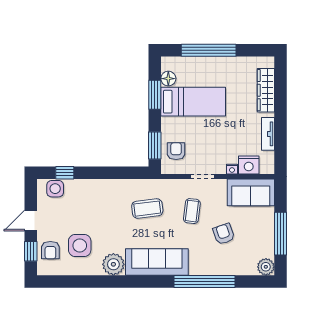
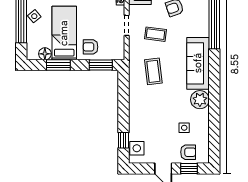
side table: (213, 66) -> (34, 16), added
armchair: (176, 151) -> (91, 47), moved
side table: (80, 245) -> (184, 128), width x0.54, depth x0.54

